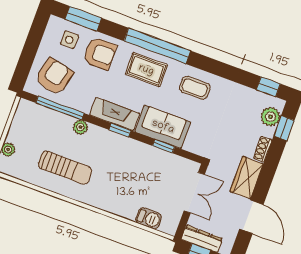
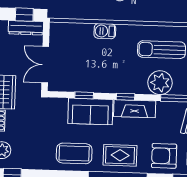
coffee table: (195, 88) -> (74, 153), width x1.36, depth x1.30
plant: (80, 127) -> (160, 83), width x1.87, depth x1.87
barbecue: (149, 218) -> (105, 31), moved

